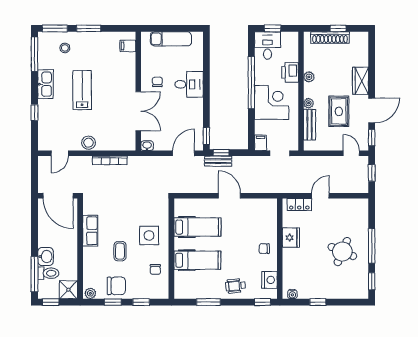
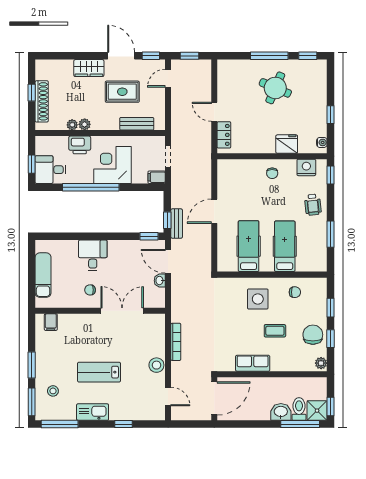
plant: (309, 103) -> (72, 125), moved
washbasin: (147, 146) -> (160, 281), moved
fridge: (291, 238) -> (287, 144), moved
shower: (68, 290) -> (317, 411), moved

